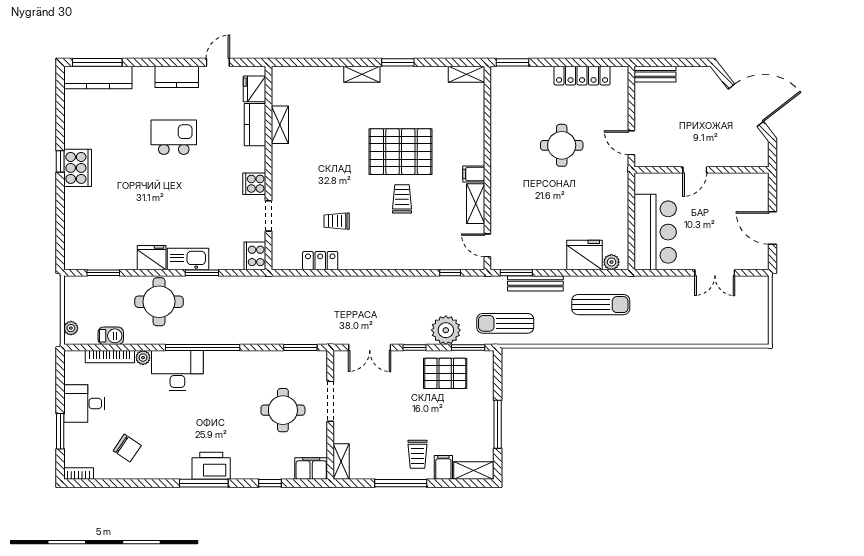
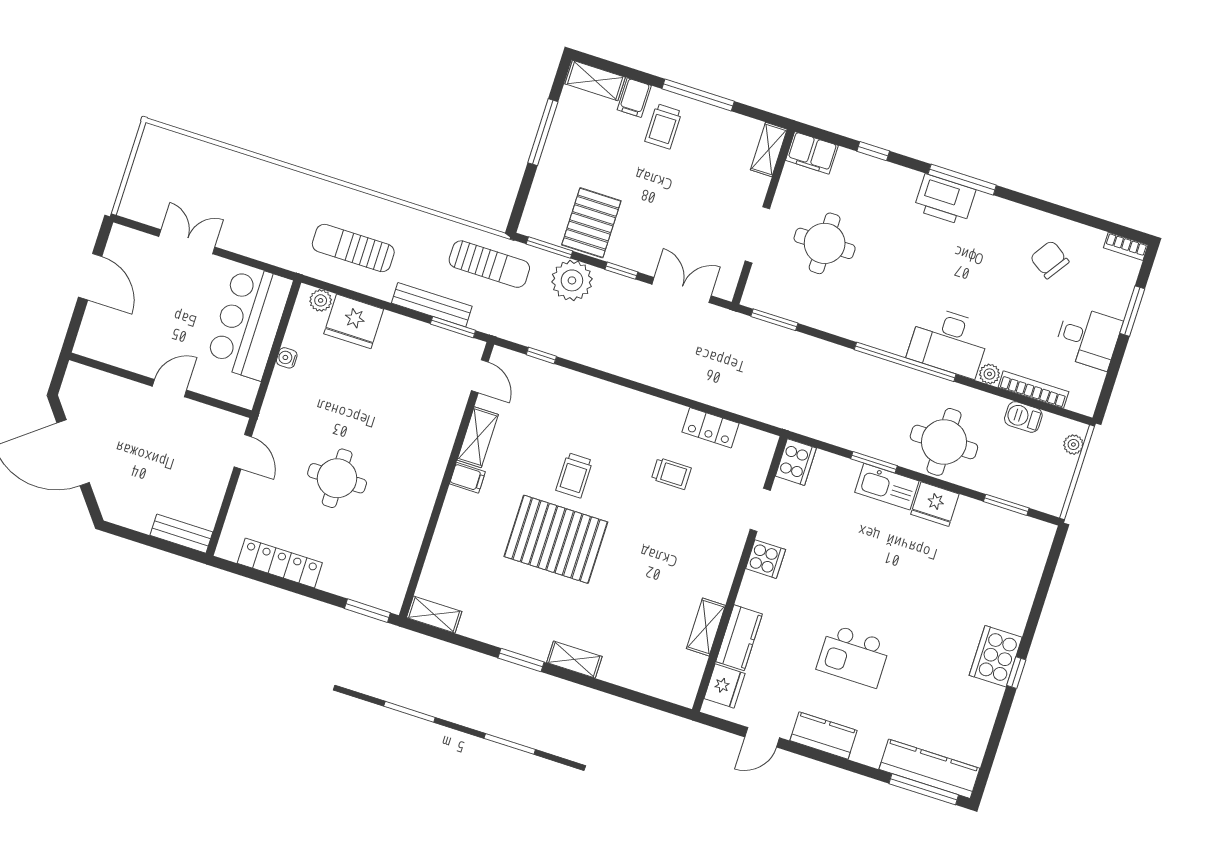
water cooler: (622, 216) -> (287, 358), added
pallet: (445, 373) -> (591, 223), turned 90
trolley: (417, 454) -> (663, 126), turned 180

